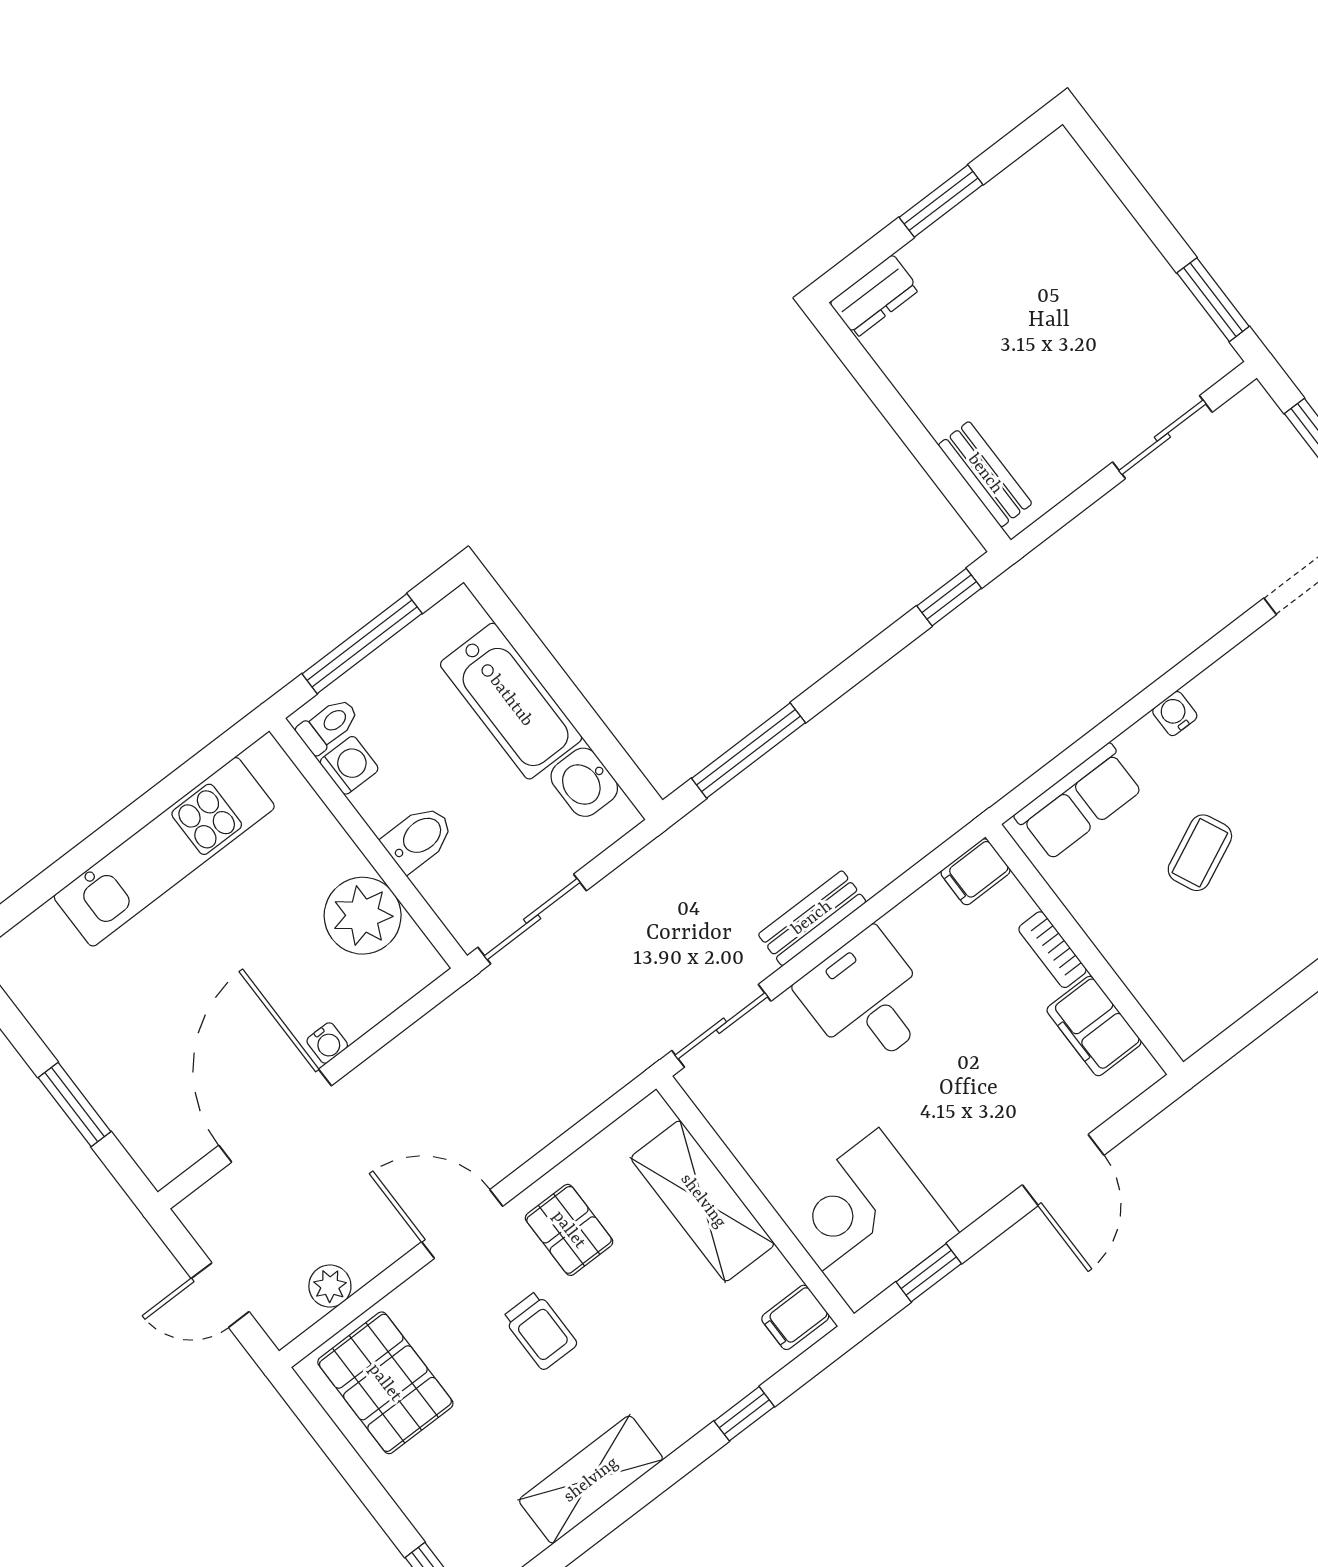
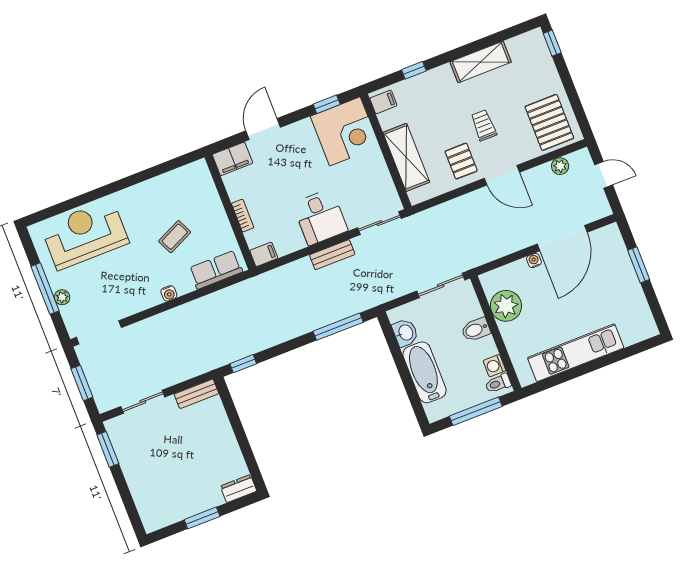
bench: (985, 474) -> (196, 394), moved, turned 90
filing cabinet: (1094, 1026) -> (233, 159), moved, turned 90

